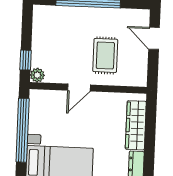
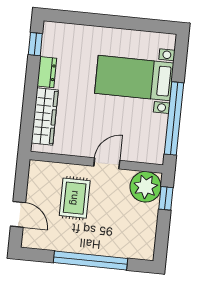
plant: (37, 75) -> (146, 187), width x1.88, depth x1.88

